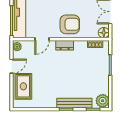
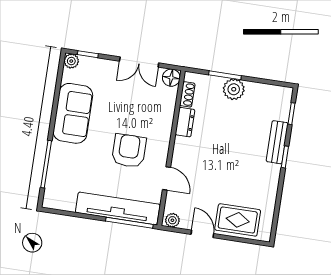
armchair: (70, 24) -> (129, 151), moved
dresser: (65, 45) -> (185, 122), moved
plant: (103, 101) -> (234, 89), moved
bench: (74, 103) -> (277, 142), width x0.73

